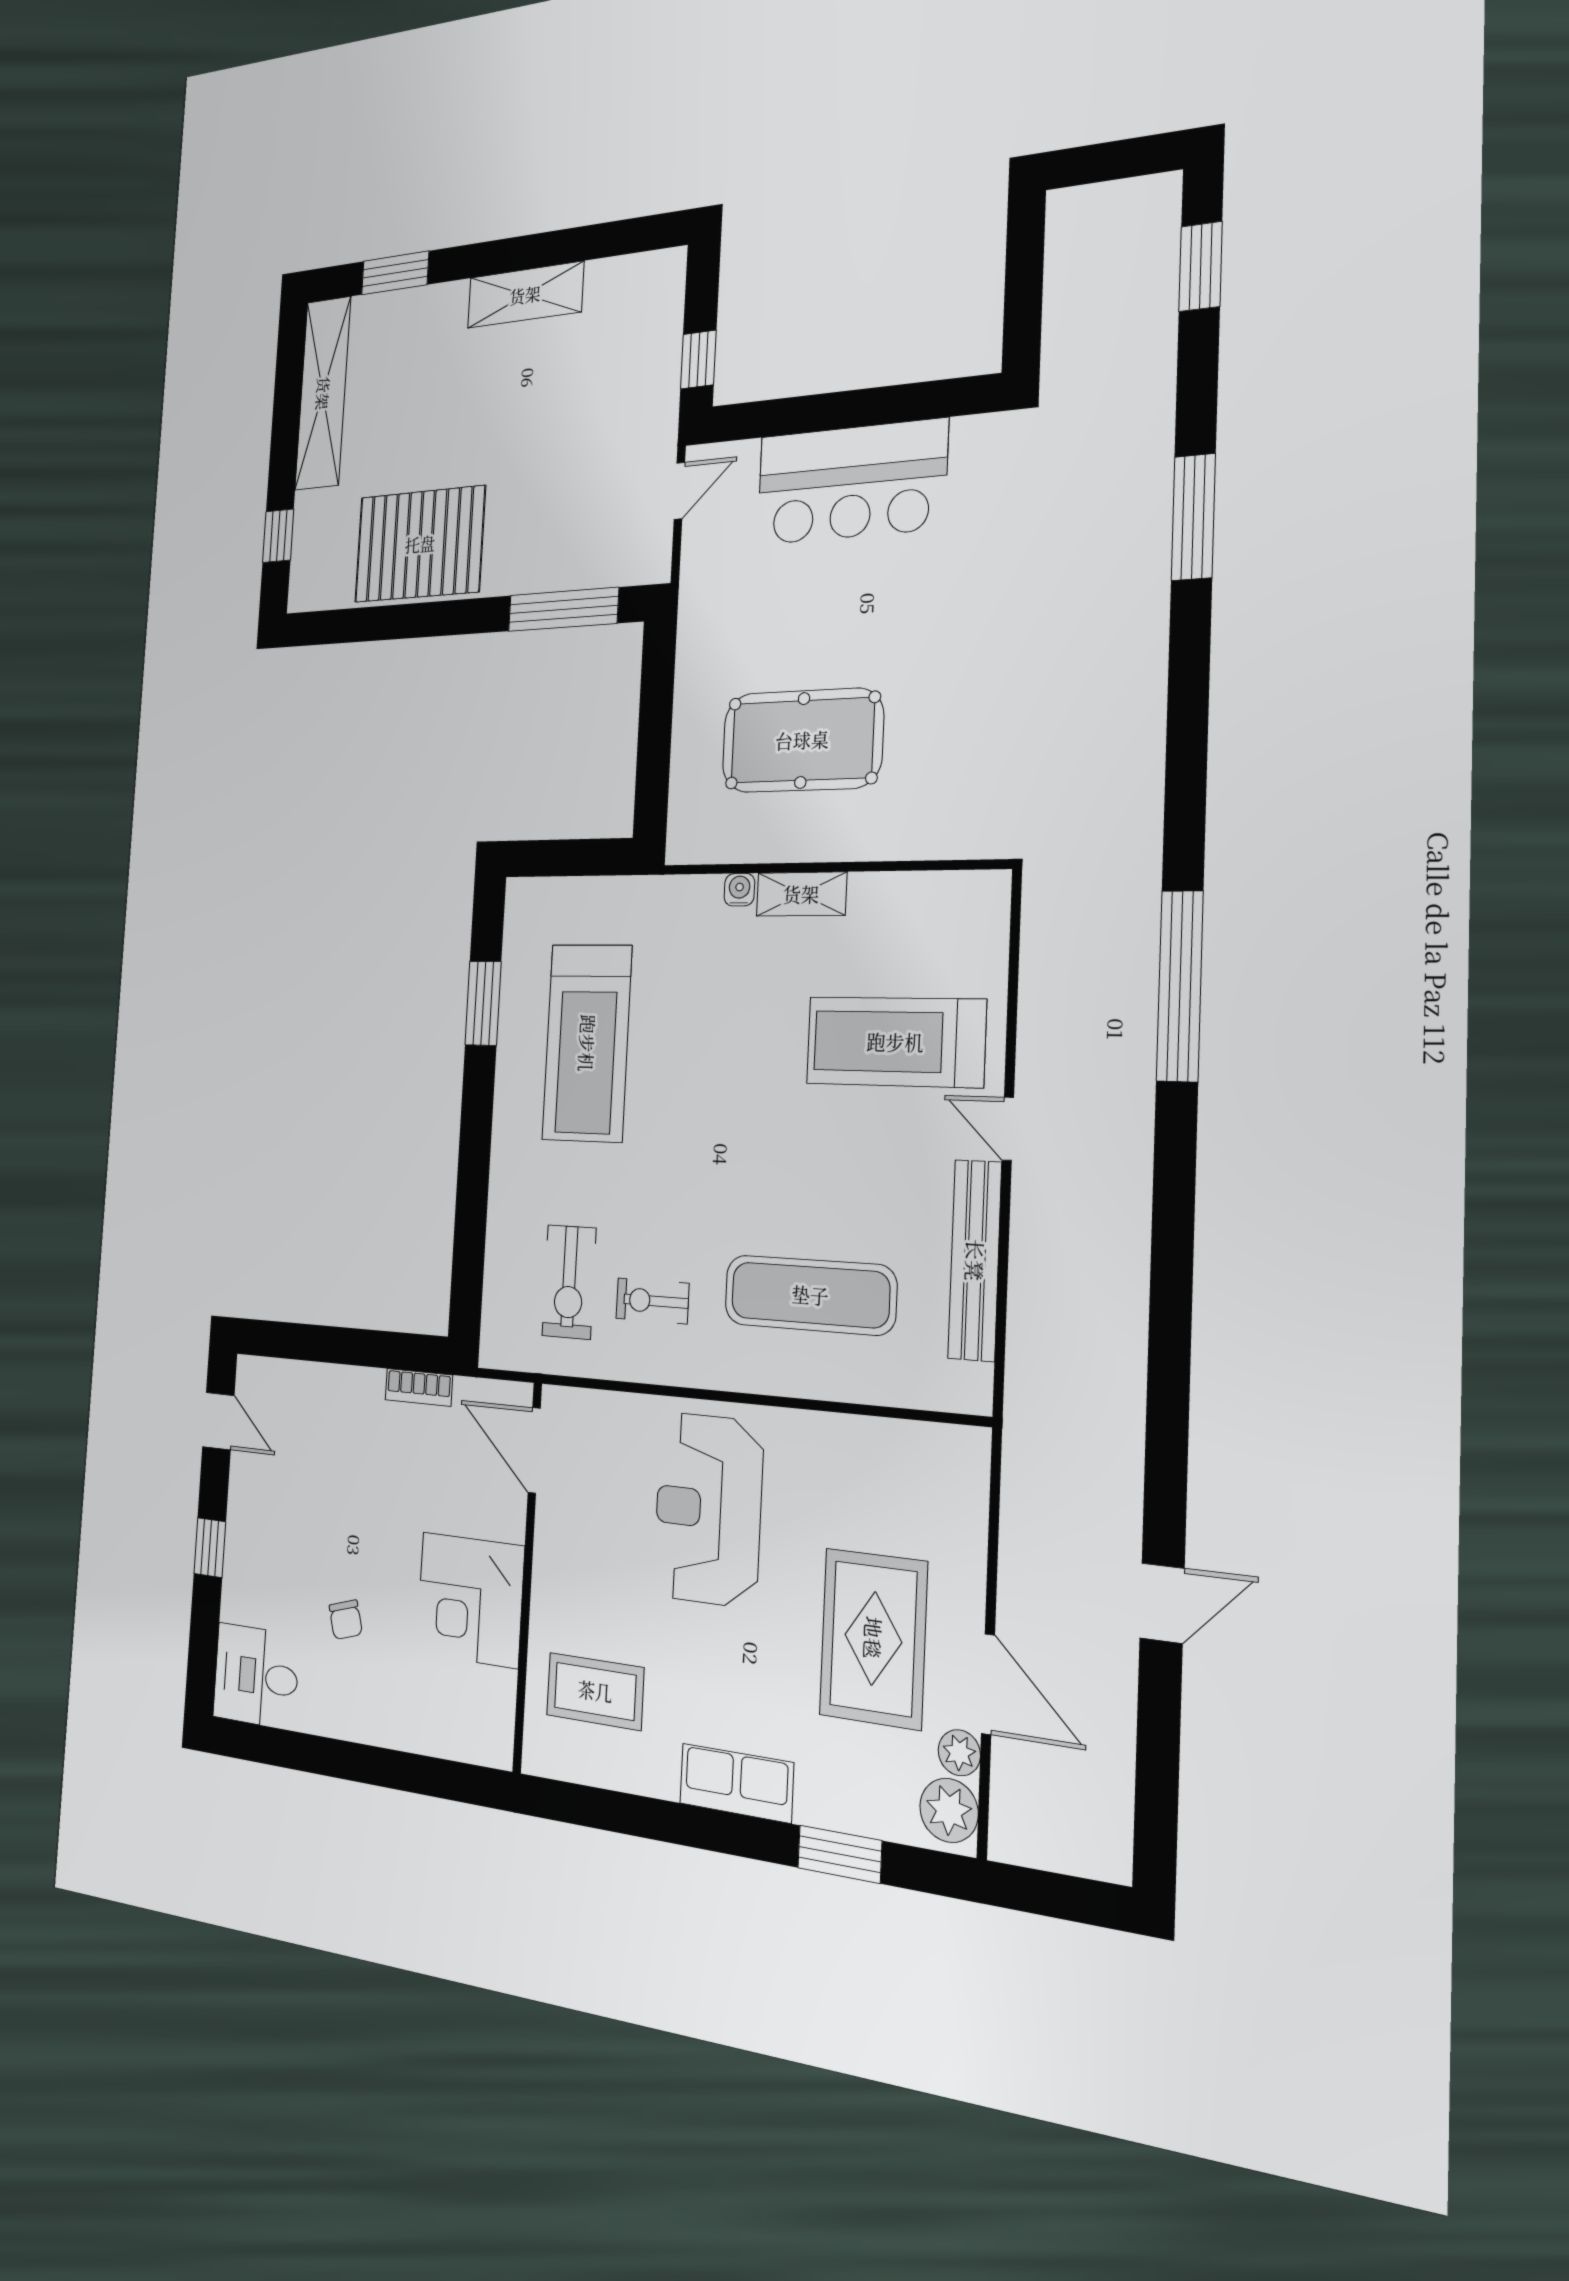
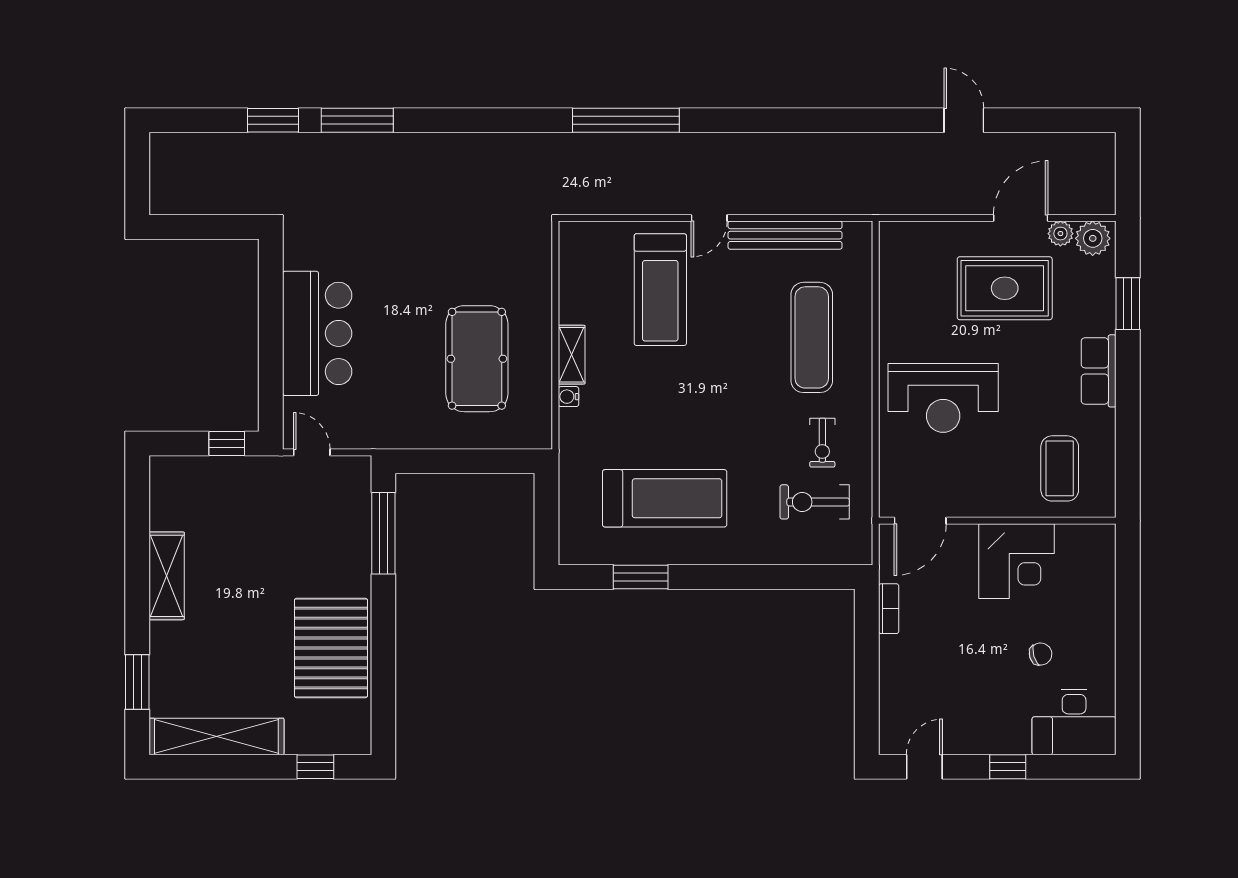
window: (1201, 267) -> (273, 120), moved
exercise bike: (569, 1282) -> (815, 502), turned 180
desk: (256, 1676) -> (1074, 722), width x1.37

